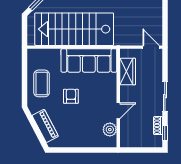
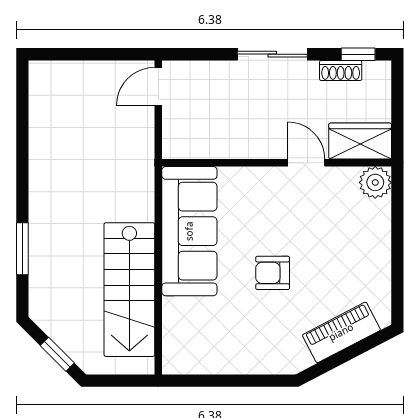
stairs: (74, 29) -> (129, 290), width x0.73, depth x0.66
wardrobe: (128, 72) -> (360, 141), moved
coffee table: (42, 83) -> (243, 341), removed
plant: (110, 130) -> (375, 182), moved

